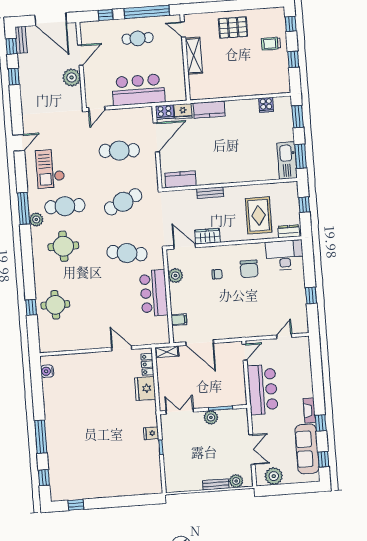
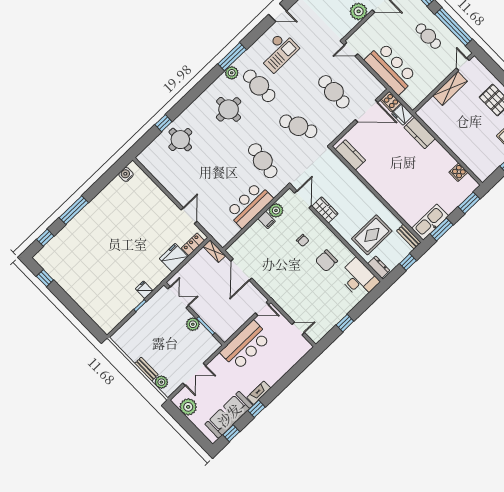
checkout: (50, 169) -> (278, 52), turned 180
bench: (210, 193) -> (409, 236), moved
filing cabinet: (179, 320) -> (267, 220), moved

